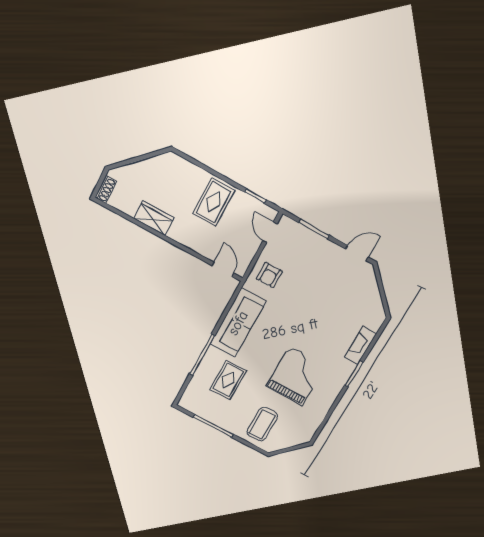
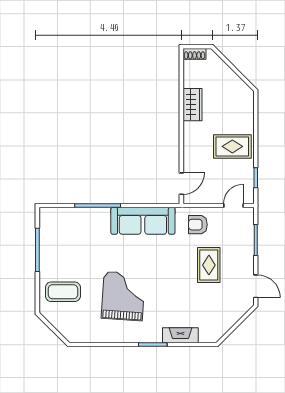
grand piano: (296, 376) -> (123, 296), turned -86
rug: (228, 380) -> (209, 265), moved, turned 90

